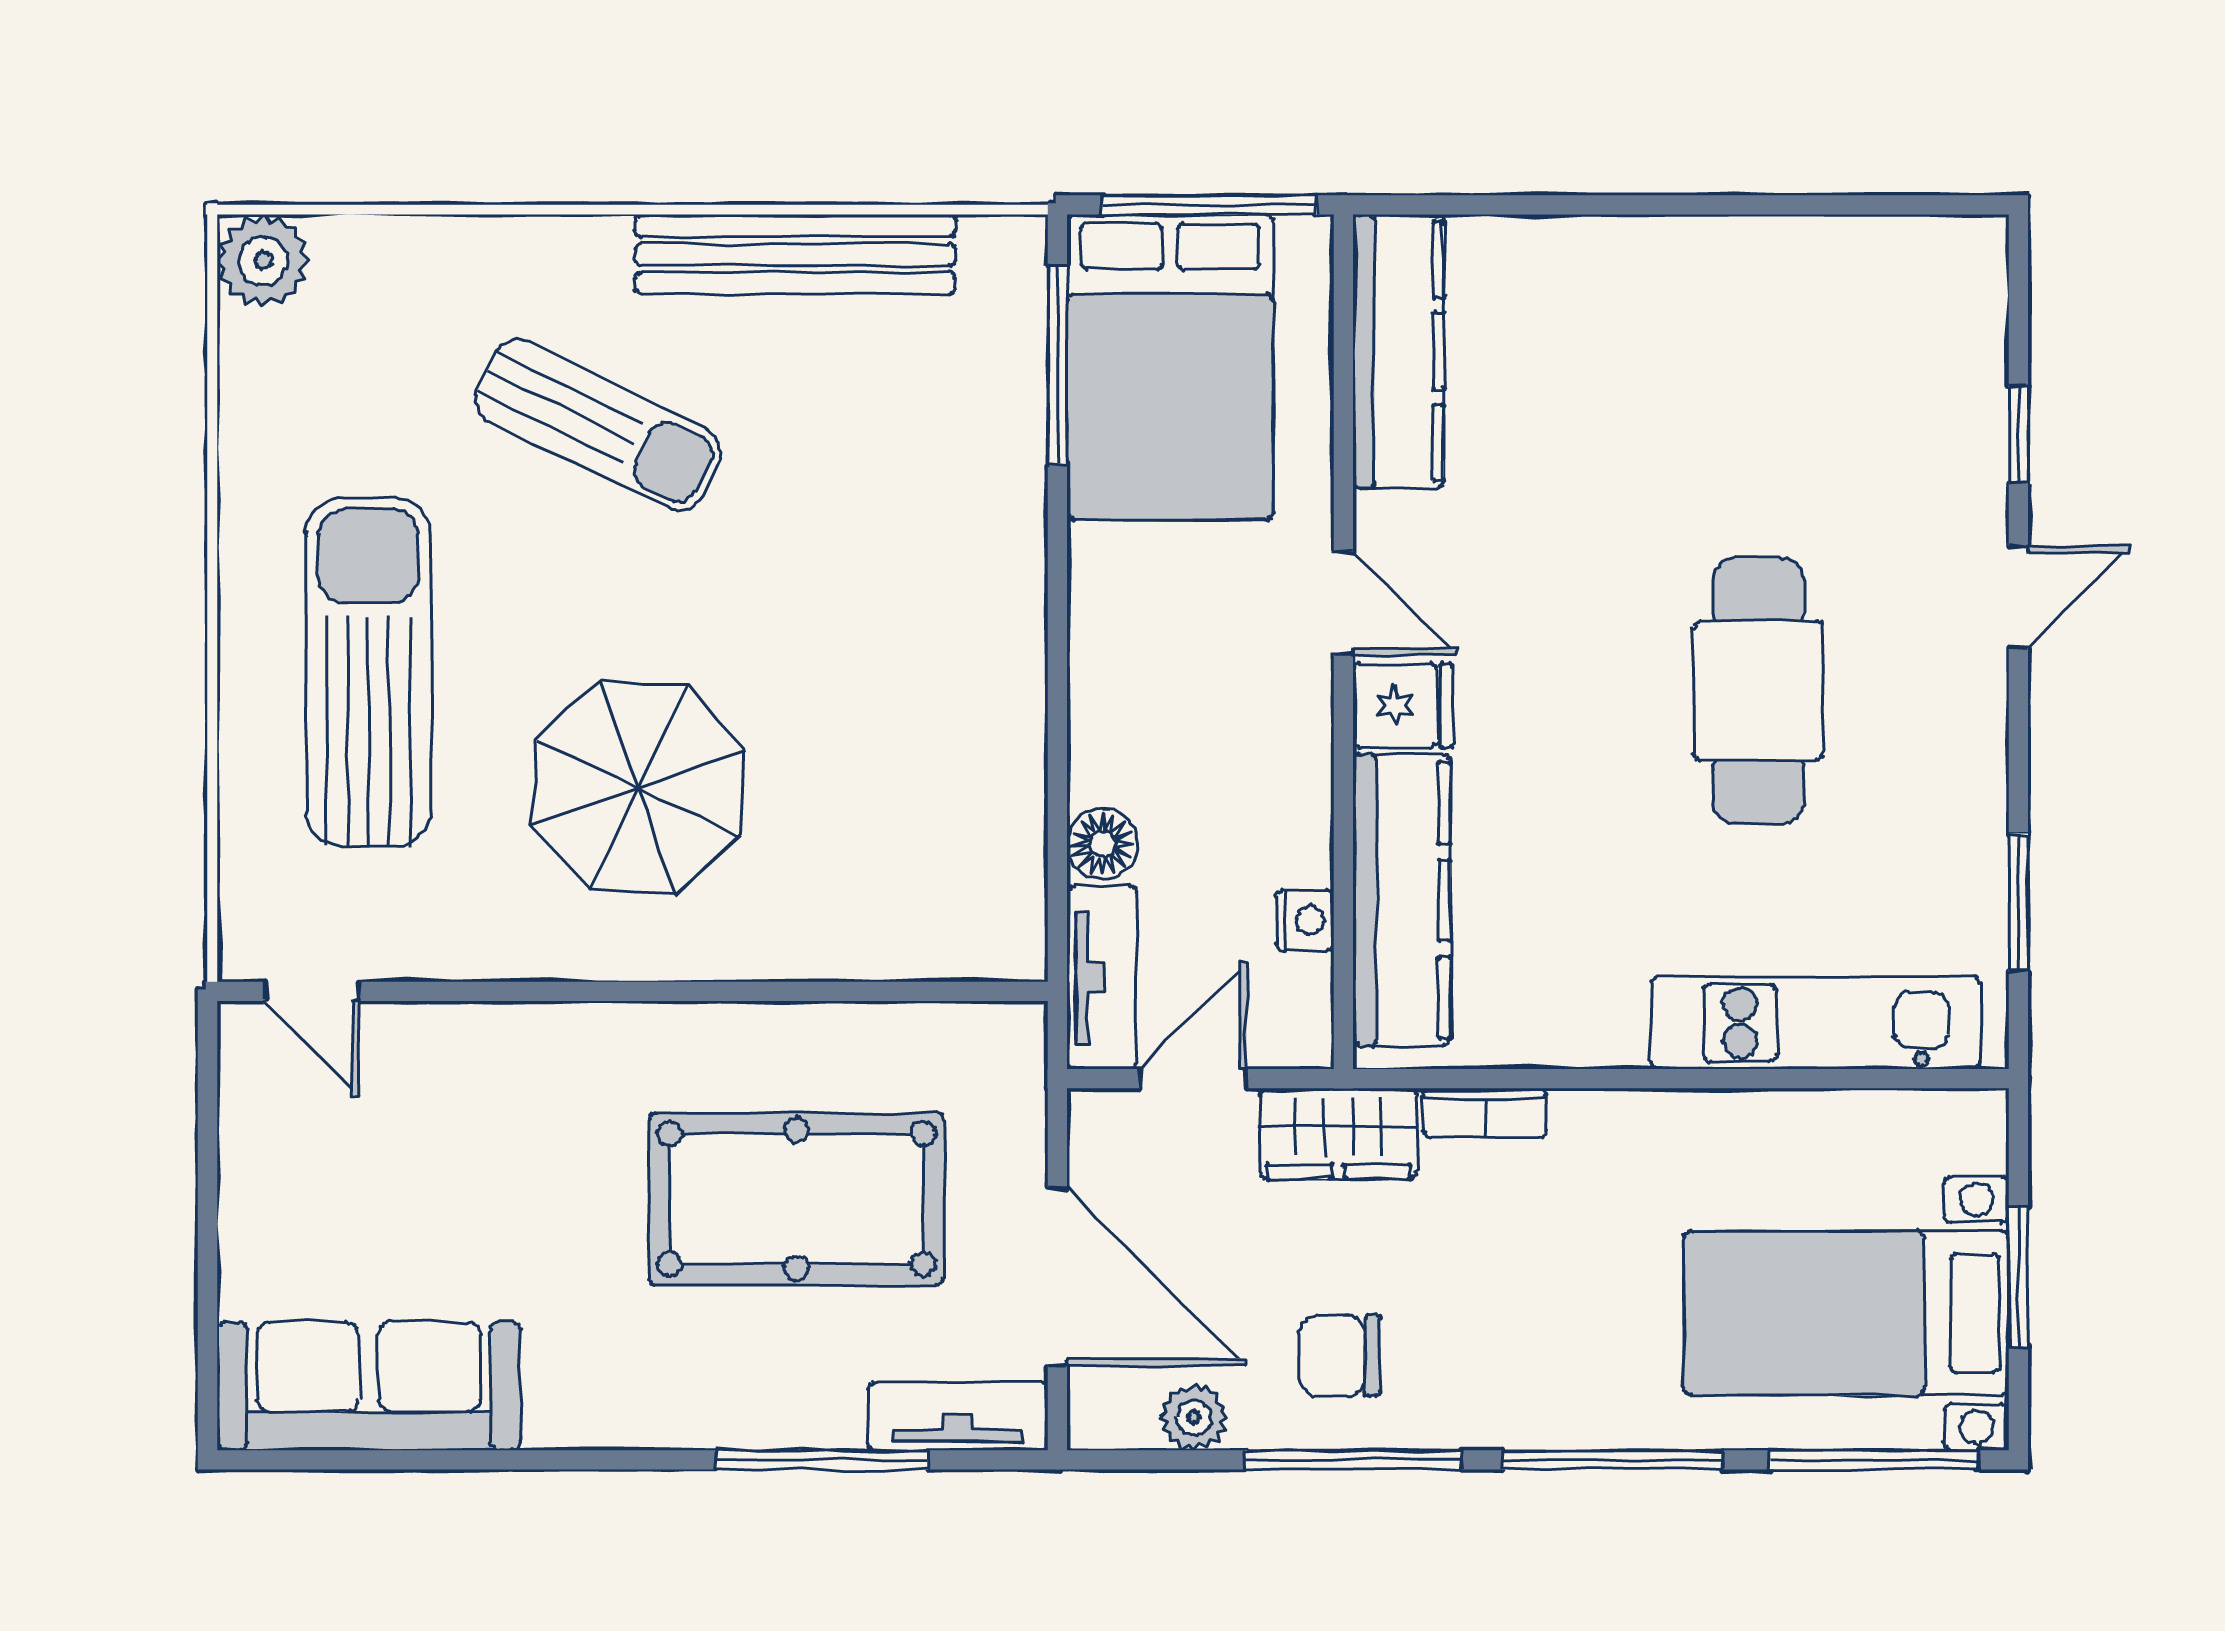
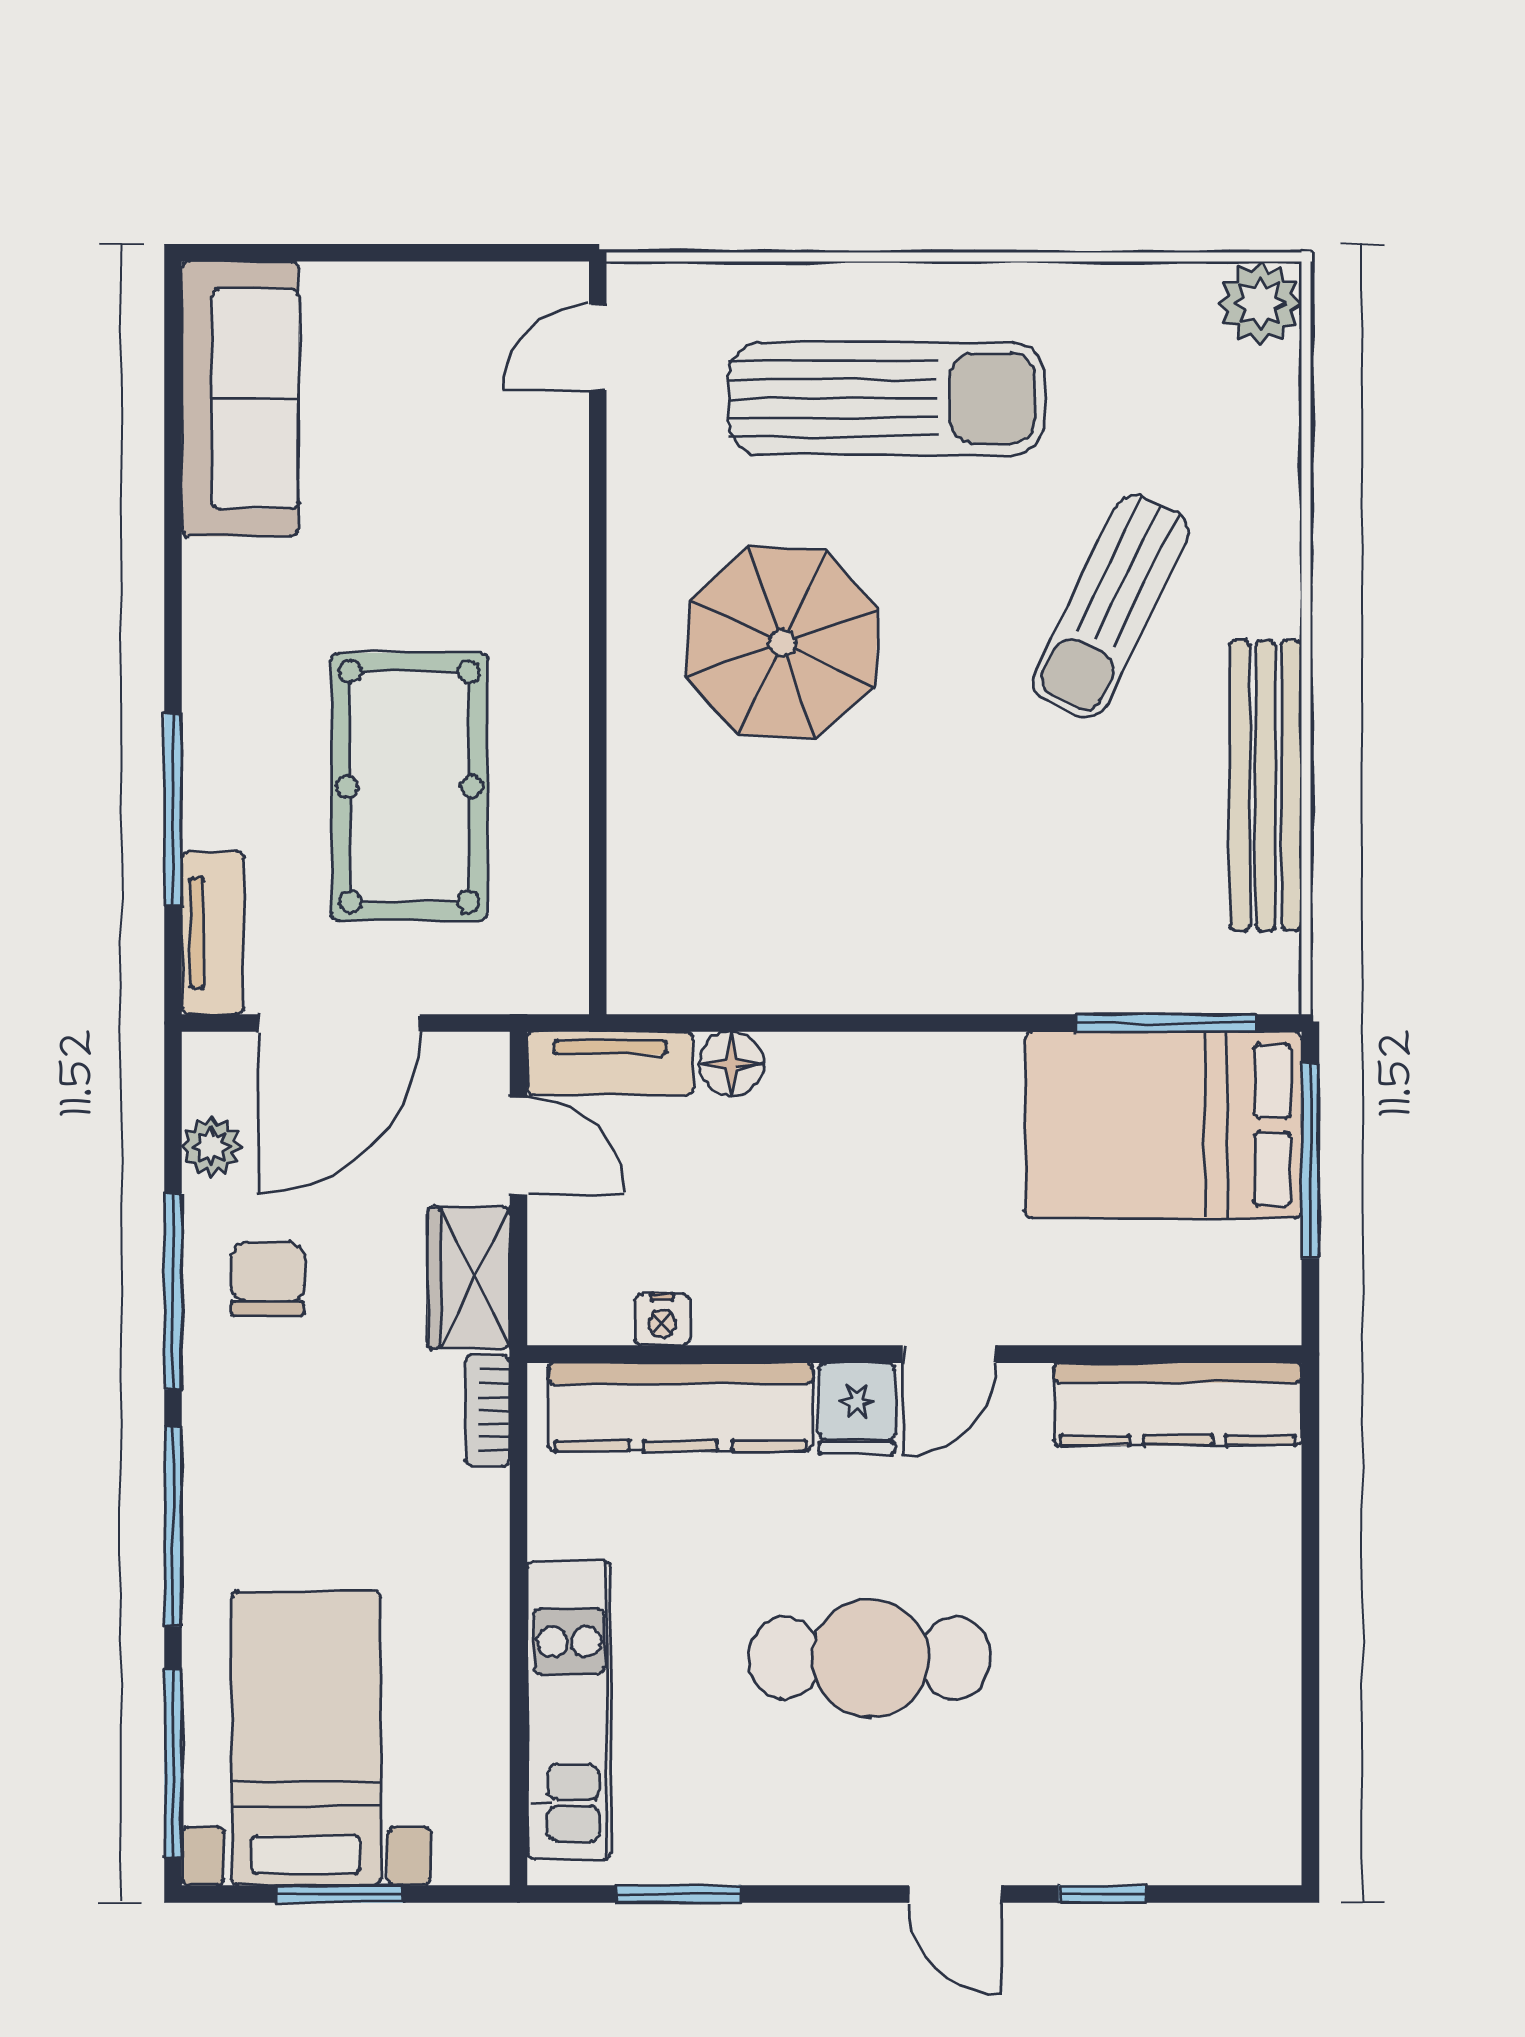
kitchen counter: (1398, 351) -> (1178, 1404), moved
door: (1343, 603) -> (949, 1354), moved
wall: (1343, 642) -> (914, 1354), moved
fridge: (1403, 705) -> (857, 1408), moved
kitchen counter: (1402, 900) -> (680, 1407), moved
nightstand: (1305, 920) -> (662, 1319), moved

